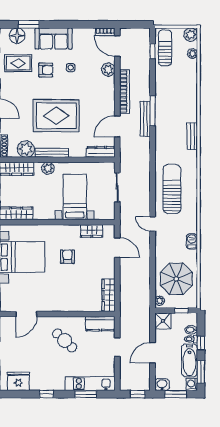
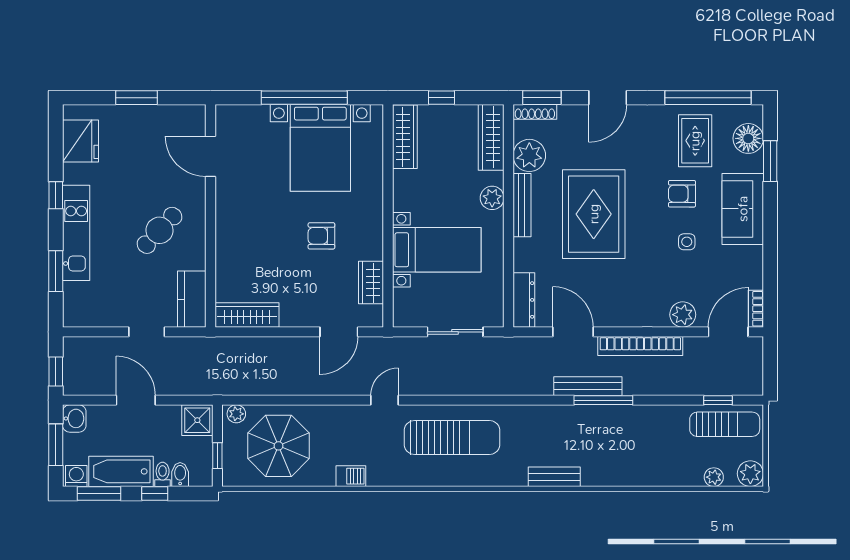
armchair: (46, 70) -> (682, 194), turned 90
armchair: (68, 257) -> (321, 236), turned 180
kitchen unit: (90, 384) -> (76, 233), moved

